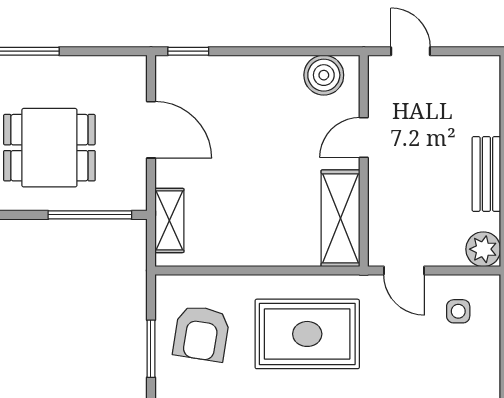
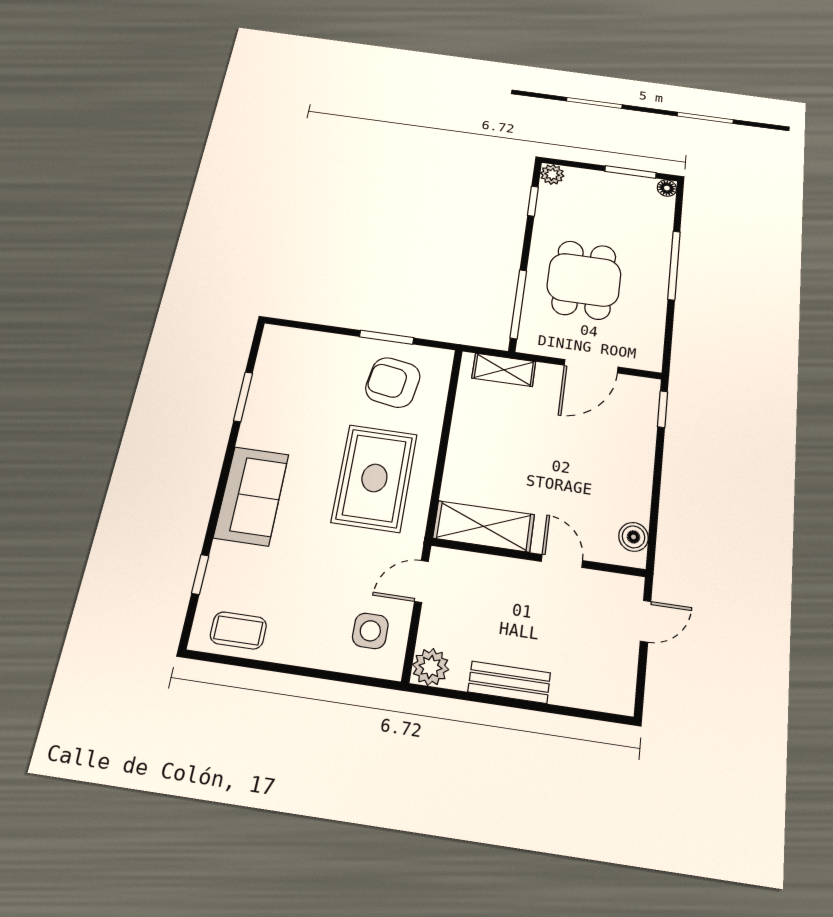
boiler: (324, 75) -> (633, 537), width x0.73, depth x0.73
side table: (458, 311) -> (370, 631), width x1.37, depth x1.37

